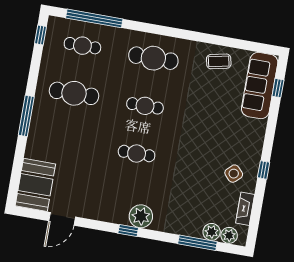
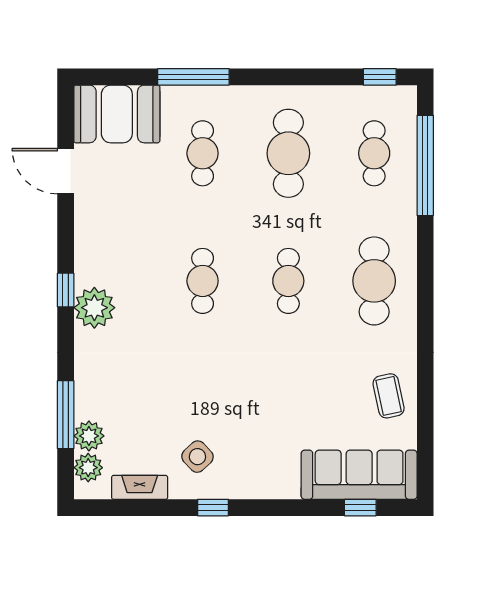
window: (26, 116) -> (193, 77), moved
cafe table: (66, 141) -> (203, 153), added

